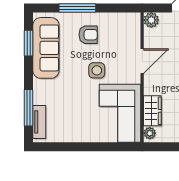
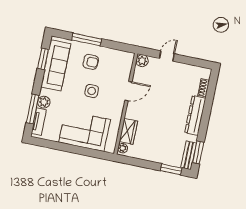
plant: (41, 96) -> (44, 102), added
corner sofa: (120, 113) -> (85, 131), moved, turned 90

